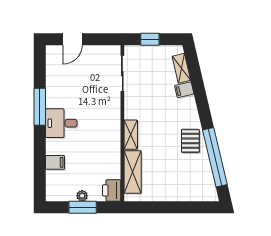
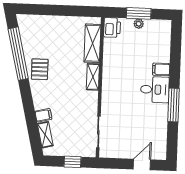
filing cabinet: (55, 162) -> (161, 69), moved

